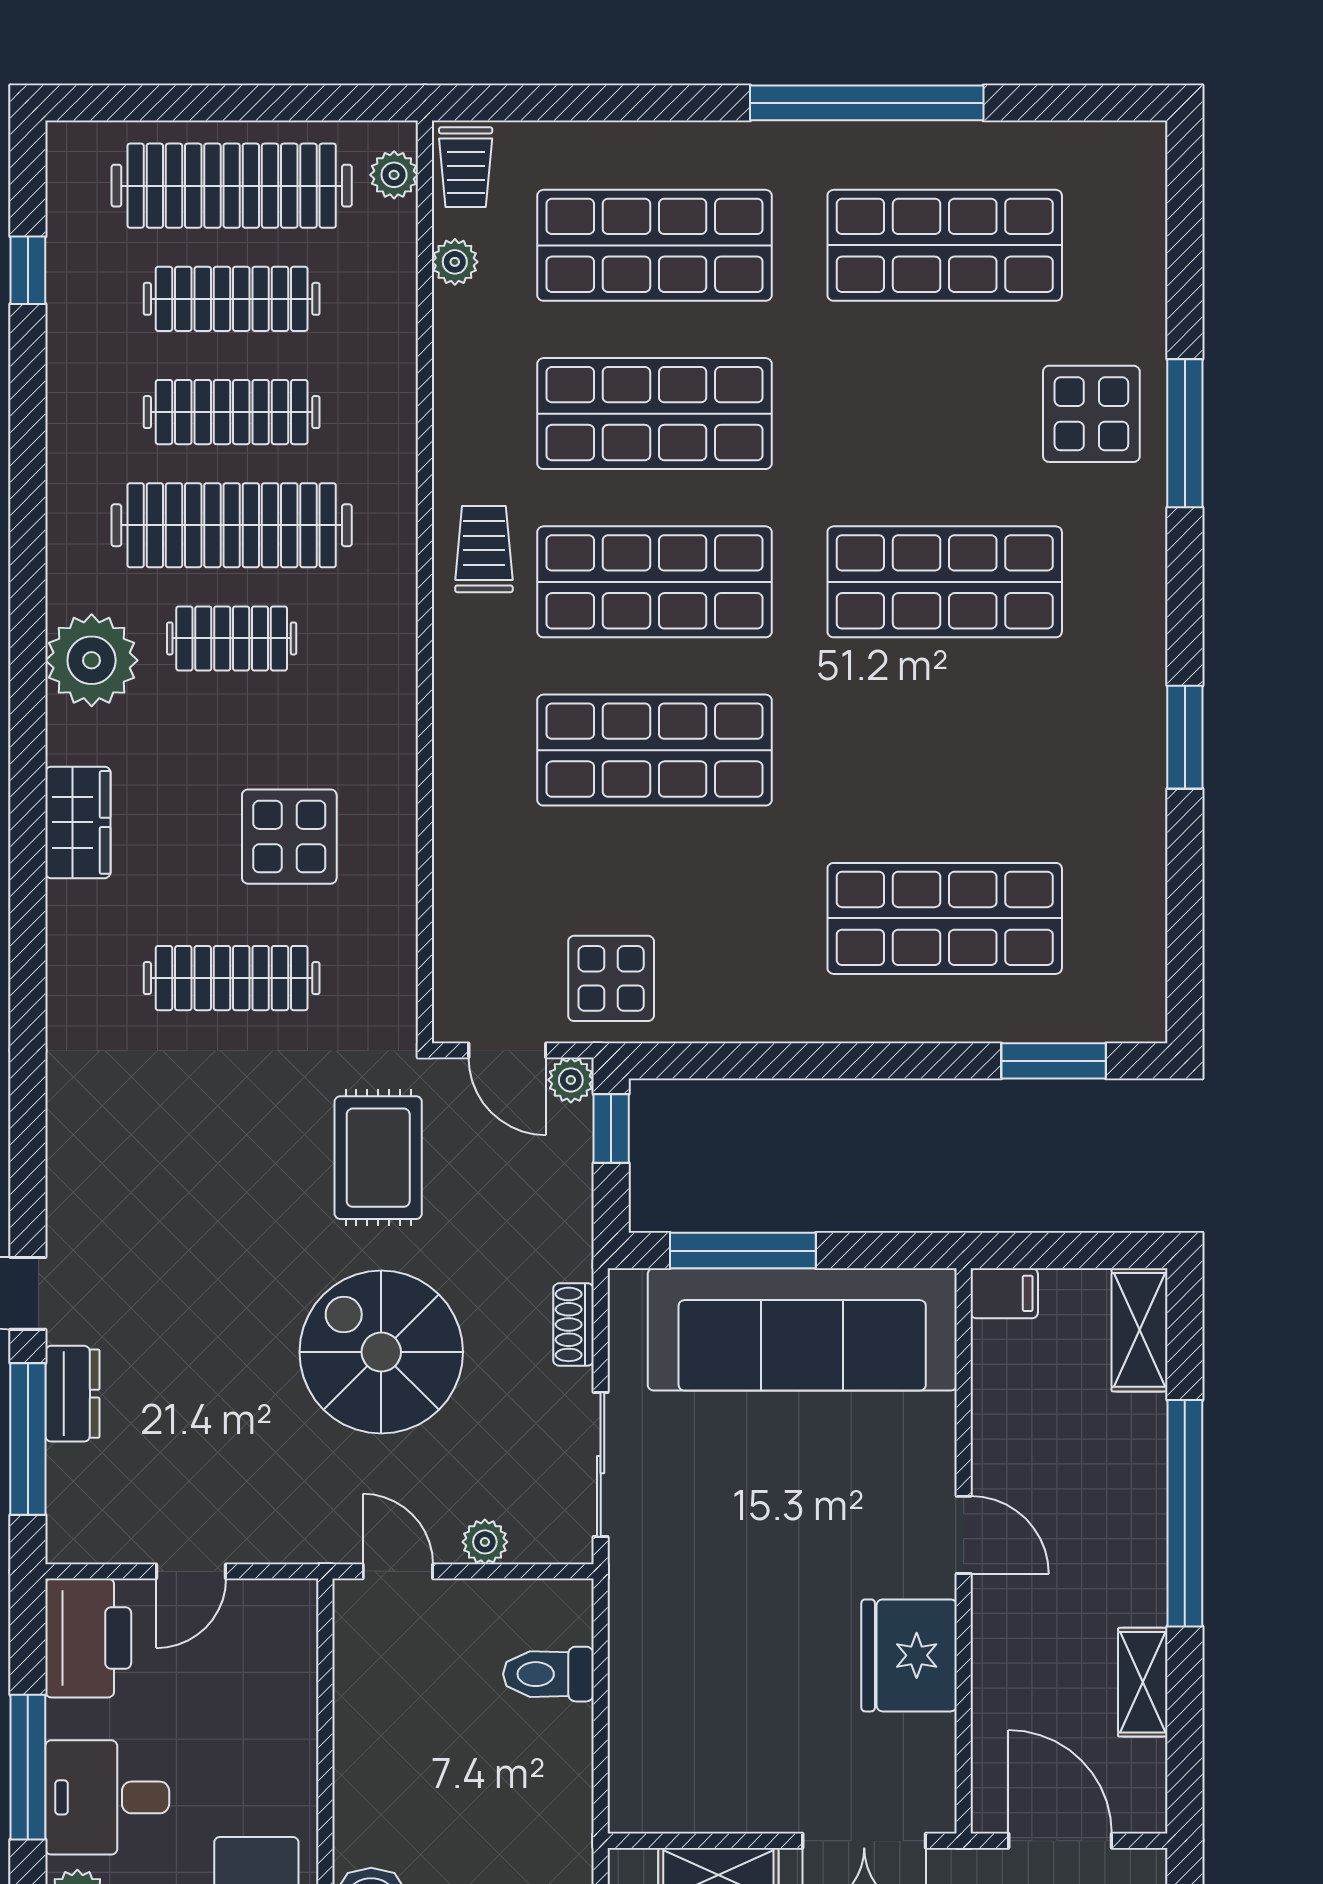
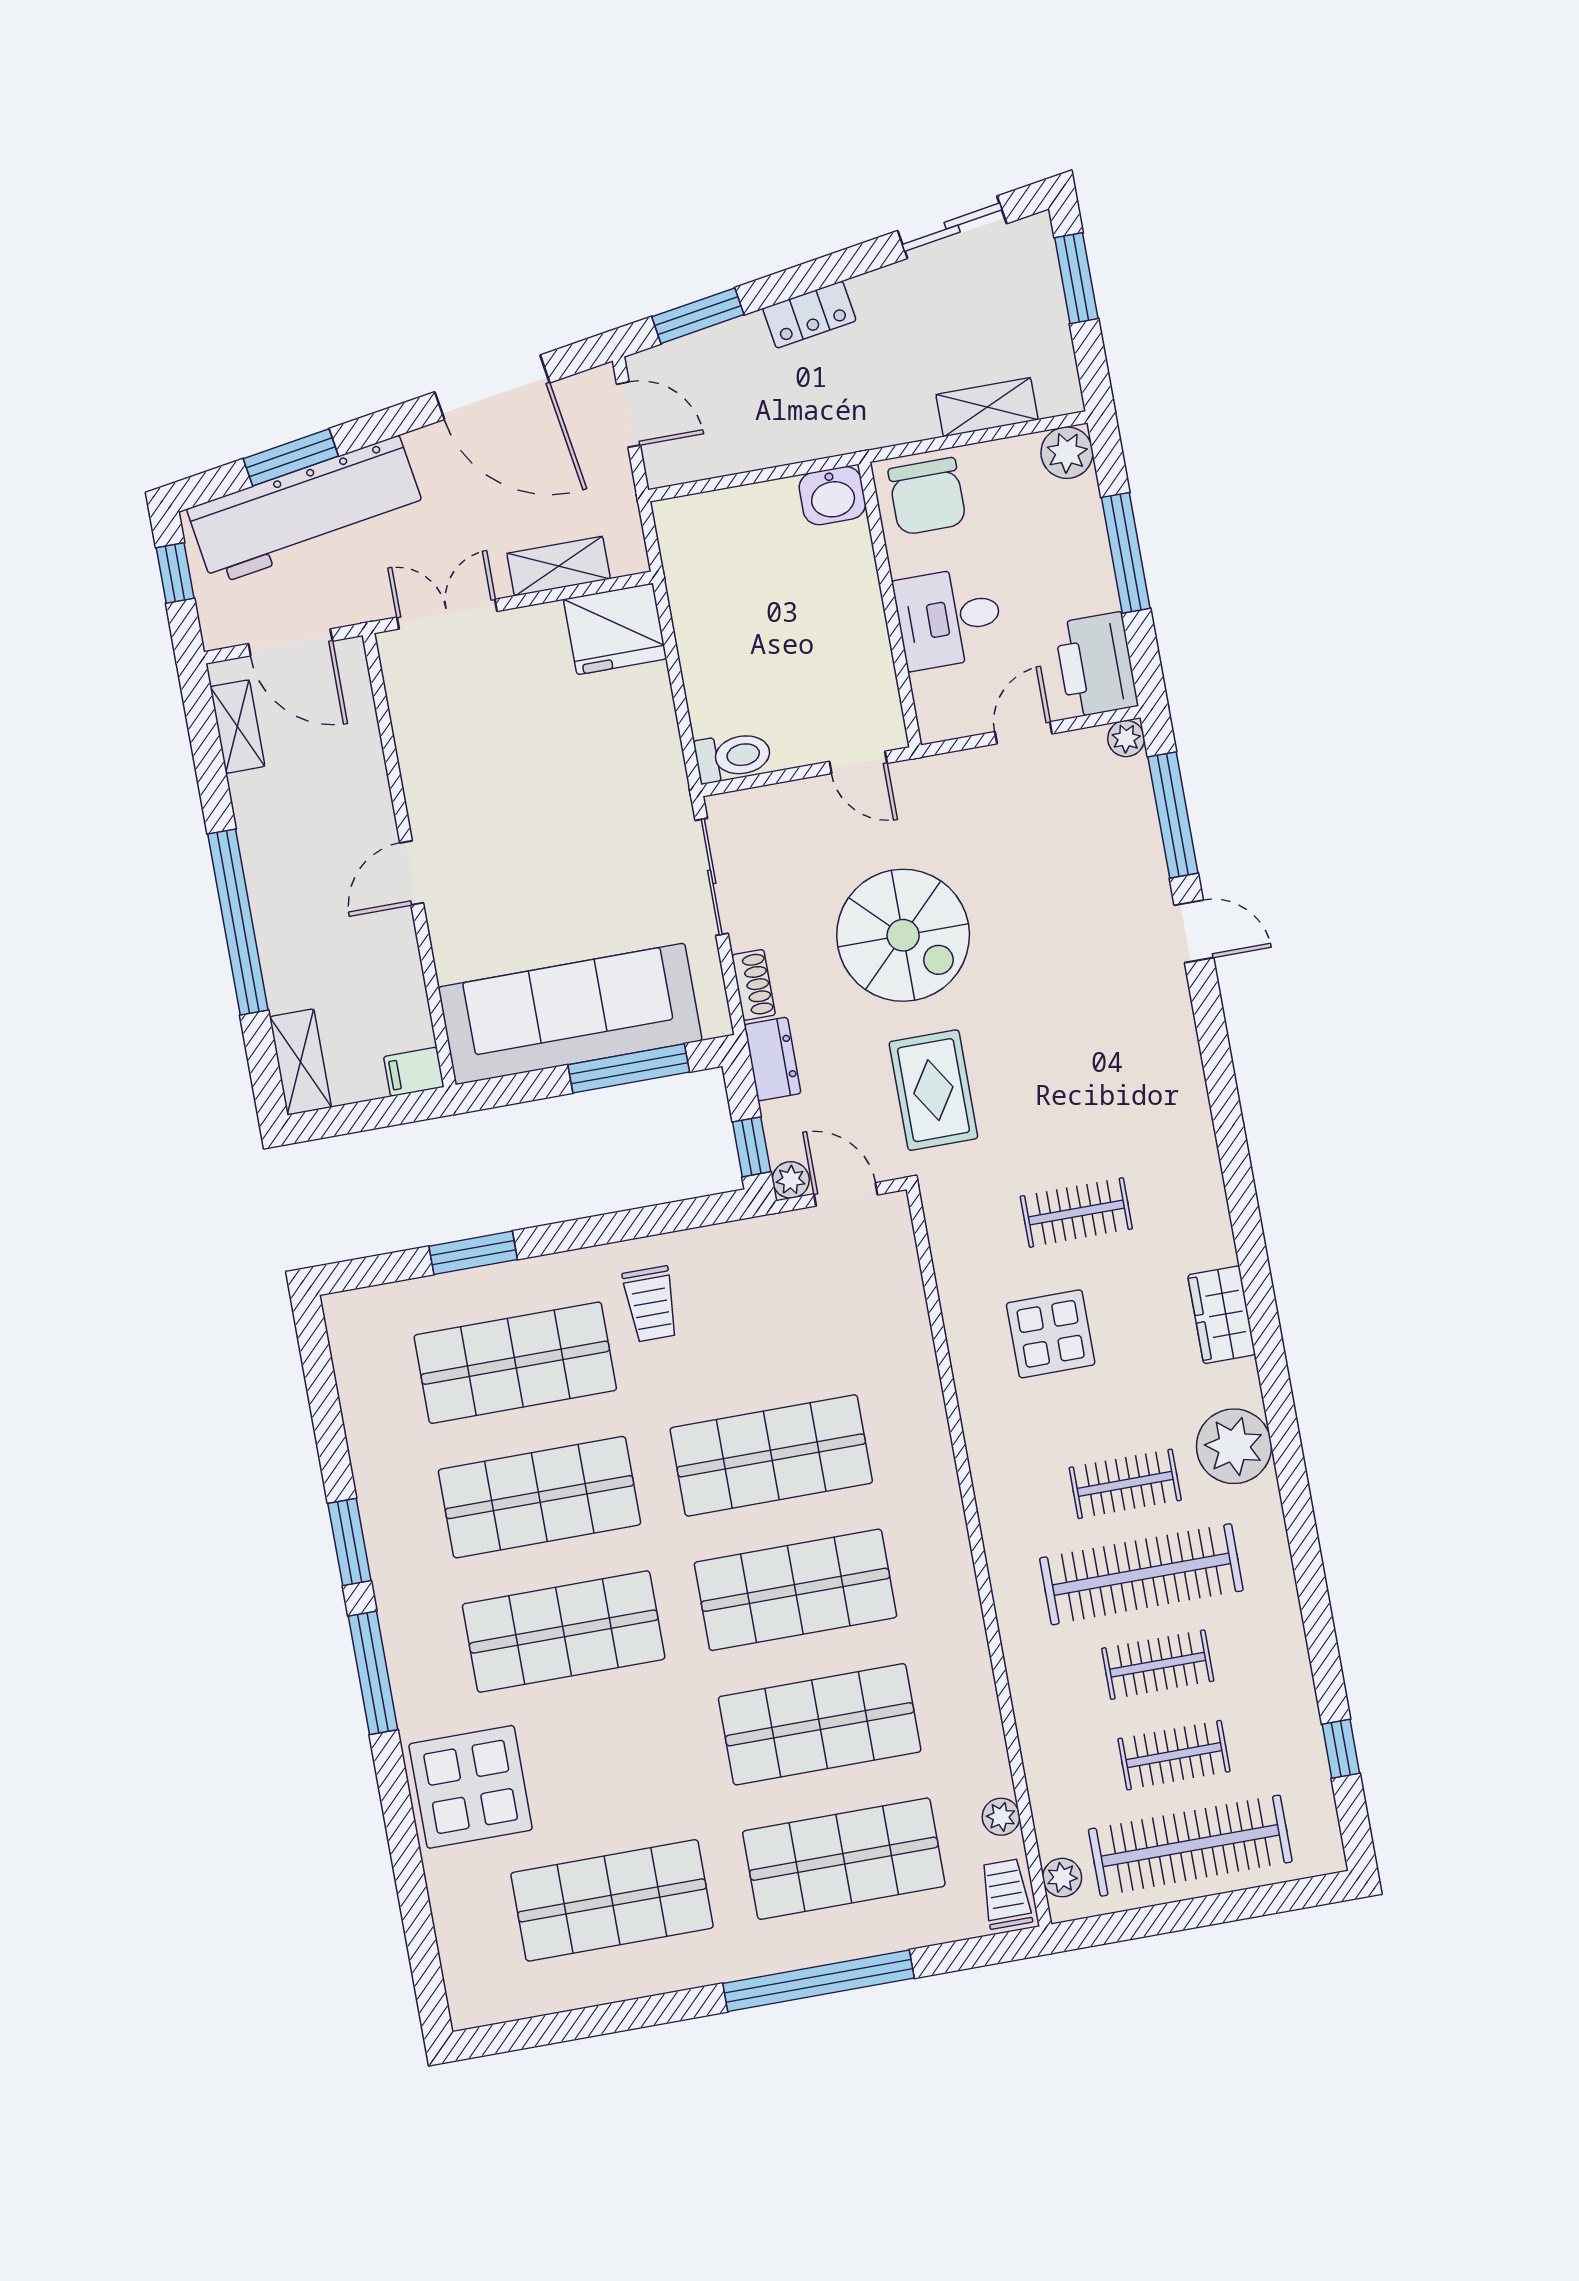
window: (867, 103) -> (818, 1981), moved
clothes rail: (232, 299) -> (1174, 1755), width x0.73
clothes rail: (232, 412) -> (1158, 1665), width x0.73
display table: (1091, 414) -> (471, 1787), width x1.36, depth x1.36
window: (1185, 433) -> (373, 1673), moved
trolley: (484, 549) -> (651, 1304), moved
shop shelf: (945, 750) -> (539, 1497), added
clothes rail: (232, 978) -> (1076, 1213), width x0.73
display table: (611, 978) -> (773, 1267), removed
window: (1054, 1061) -> (473, 1253), moved
dresser: (72, 1394) -> (773, 1059), moved, turned 180
door: (964, 1535) -> (412, 873), hinge flipped
plant: (485, 1542) -> (1126, 739), moved
fridge: (909, 1655) -> (615, 629), moved, turned 90
toilet: (548, 1674) -> (733, 756), moved
shelving: (1143, 1682) -> (237, 727), moved
desk: (107, 1797) -> (949, 618), moved, turned 180

